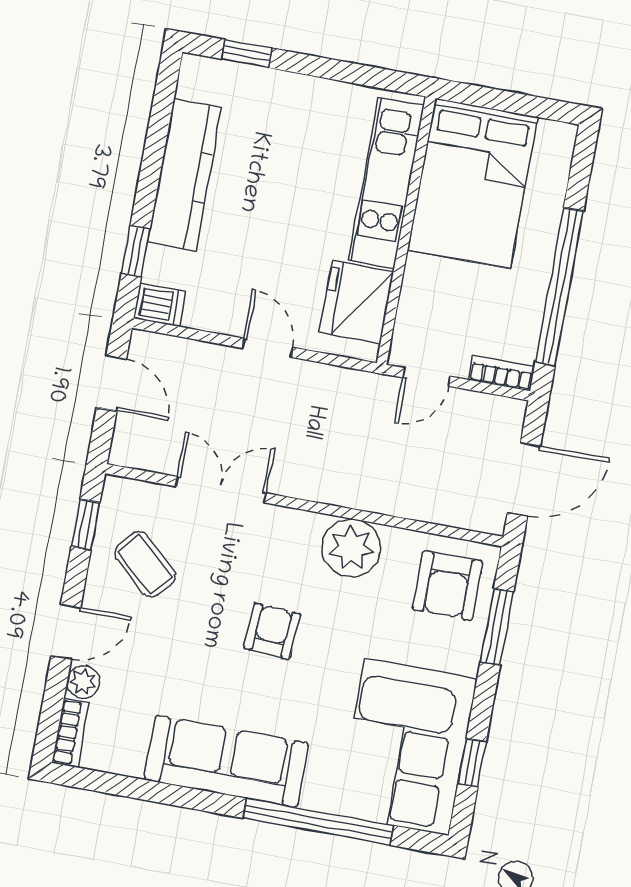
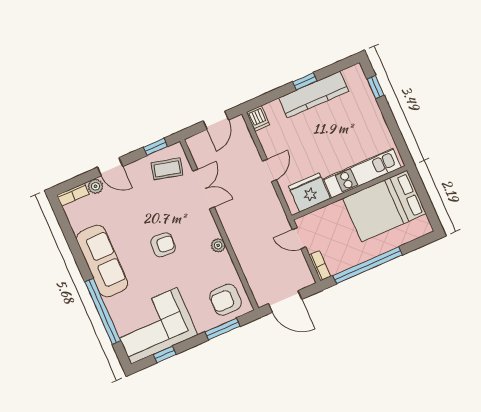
window: (136, 251) -> (305, 81), moved
plant: (351, 548) -> (218, 245), width x0.53, depth x0.53
coffee table: (145, 564) -> (167, 169), moved, turned 62

